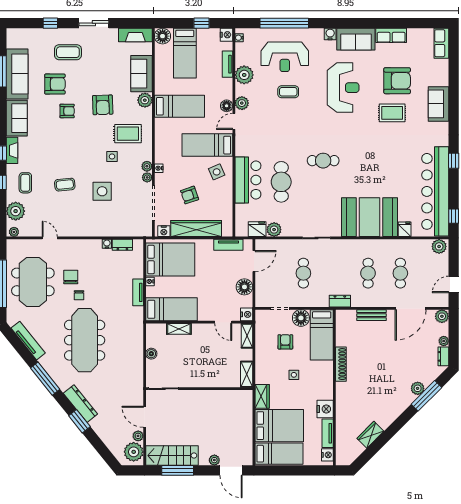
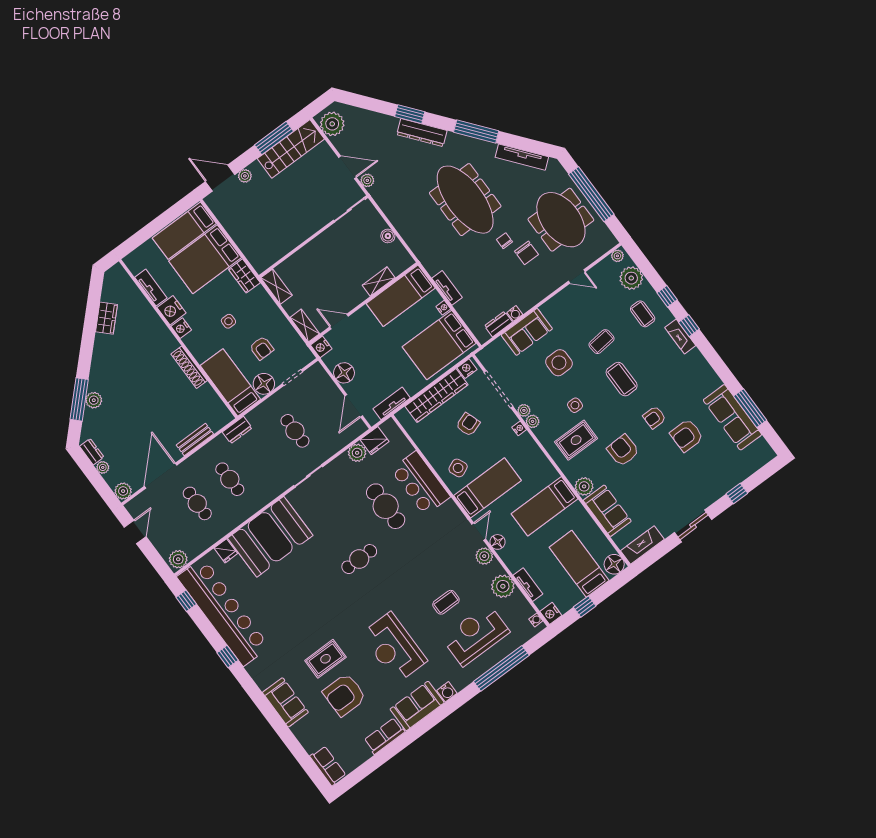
coffee table: (68, 52) -> (622, 379), moved, turned 90
sofa: (17, 118) -> (527, 332), moved, turned -90
plant: (138, 436) -> (367, 180), moved
nightstand: (327, 455) -> (181, 328), moved

